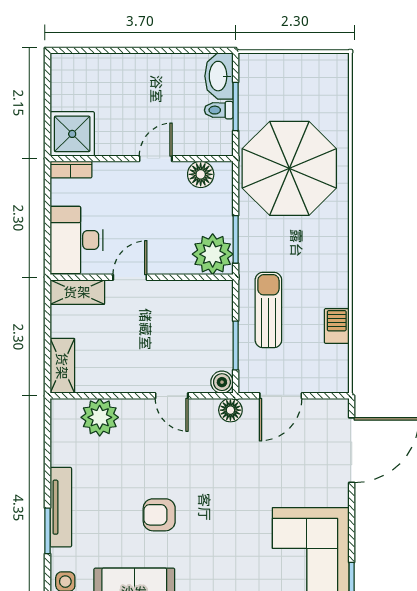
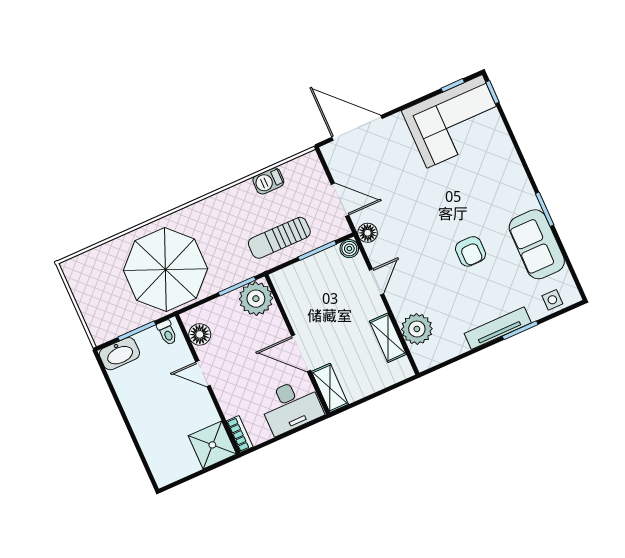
toilet: (219, 110) -> (167, 333), moved
door: (130, 277) -> (301, 353), width x1.38
shelving: (62, 366) -> (388, 338), moved, turned 90

